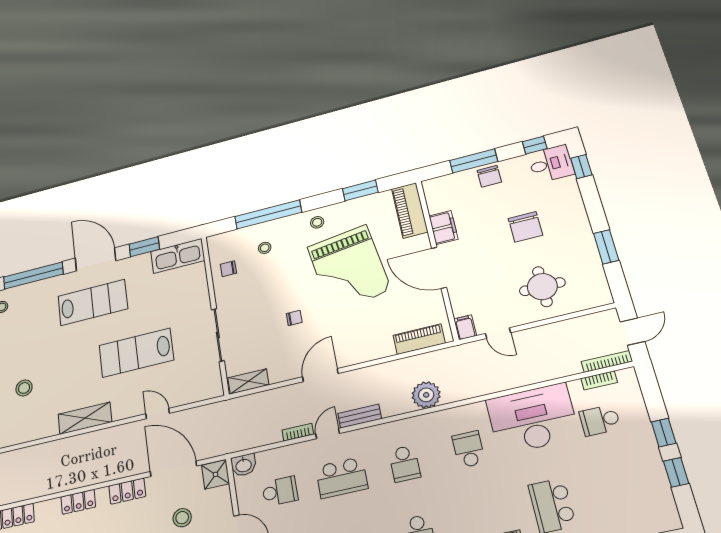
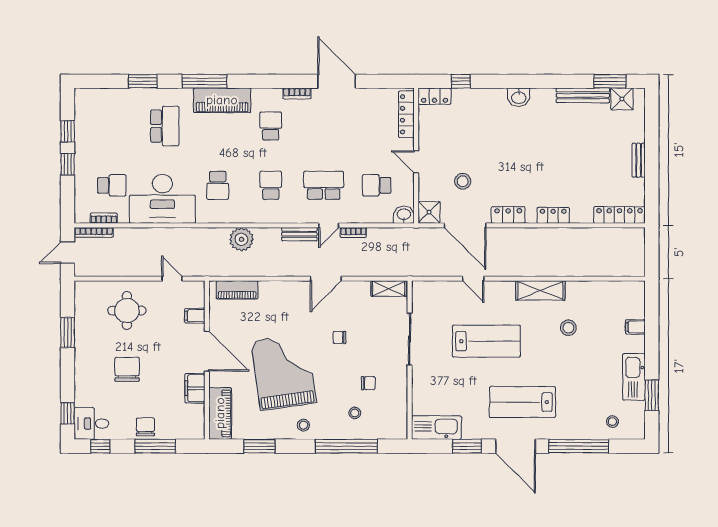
chair: (228, 269) -> (368, 383), moved
filing cabinet: (465, 327) -> (195, 316), moved, turned 90
stool: (24, 388) -> (568, 328), moved

